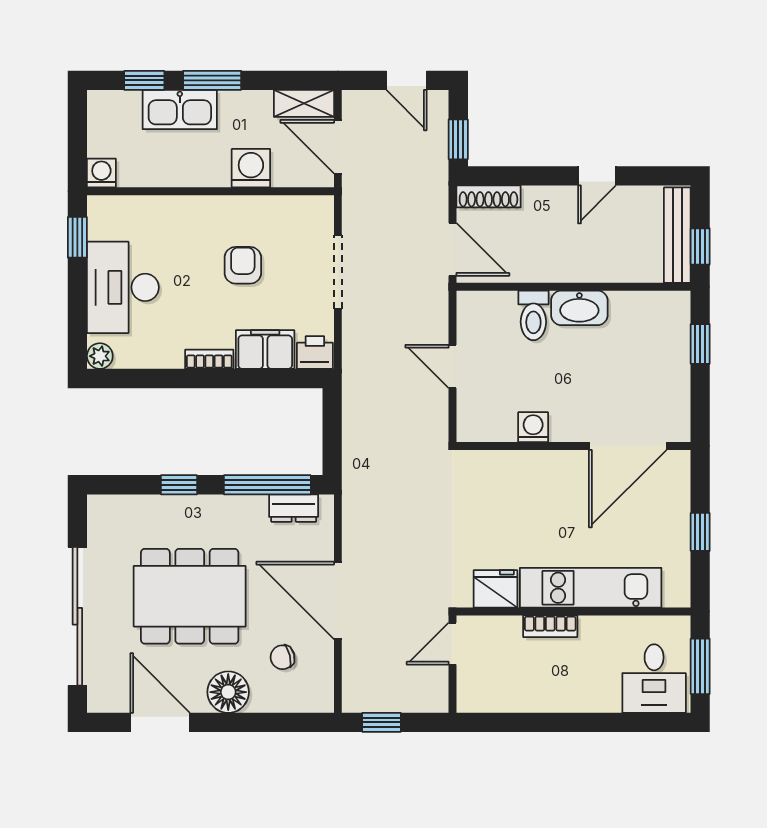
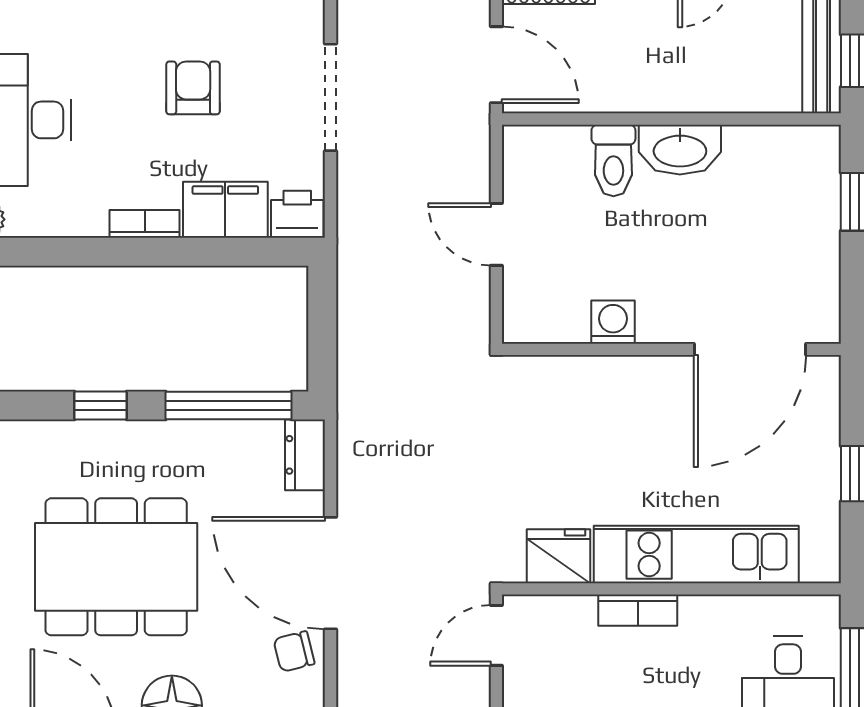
dresser: (294, 508) -> (305, 455), moved, turned 90
chair: (283, 657) -> (294, 651), moved

